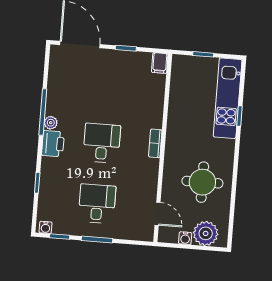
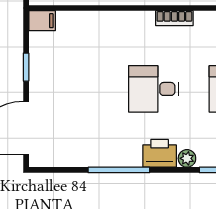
plant: (51, 123) -> (187, 158), moved
bookcase: (155, 143) -> (174, 18), moved

